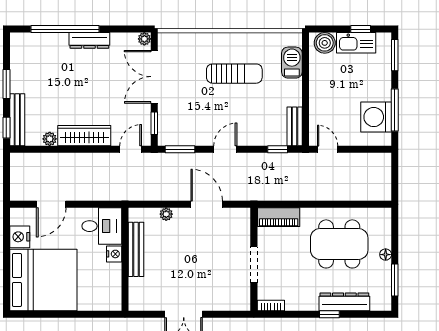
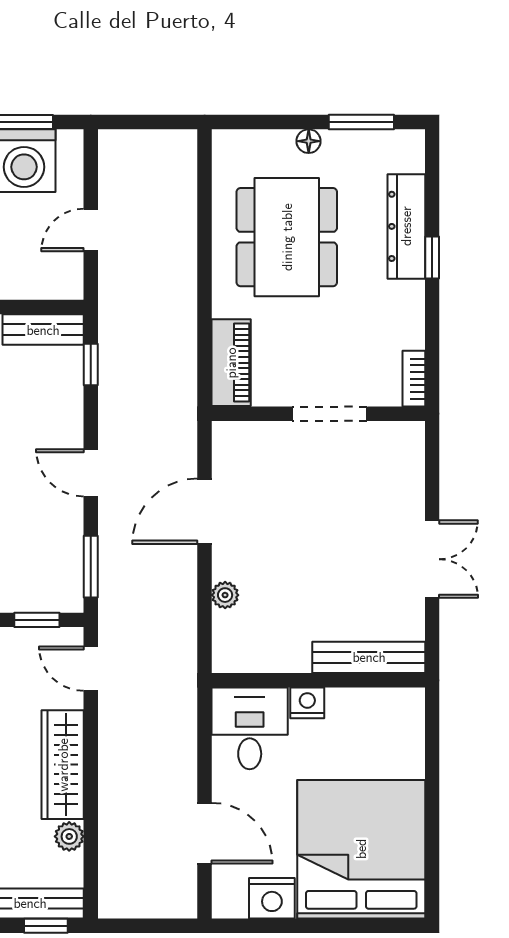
door: (328, 149) -> (91, 230), moved
bench: (136, 249) -> (369, 657), moved

